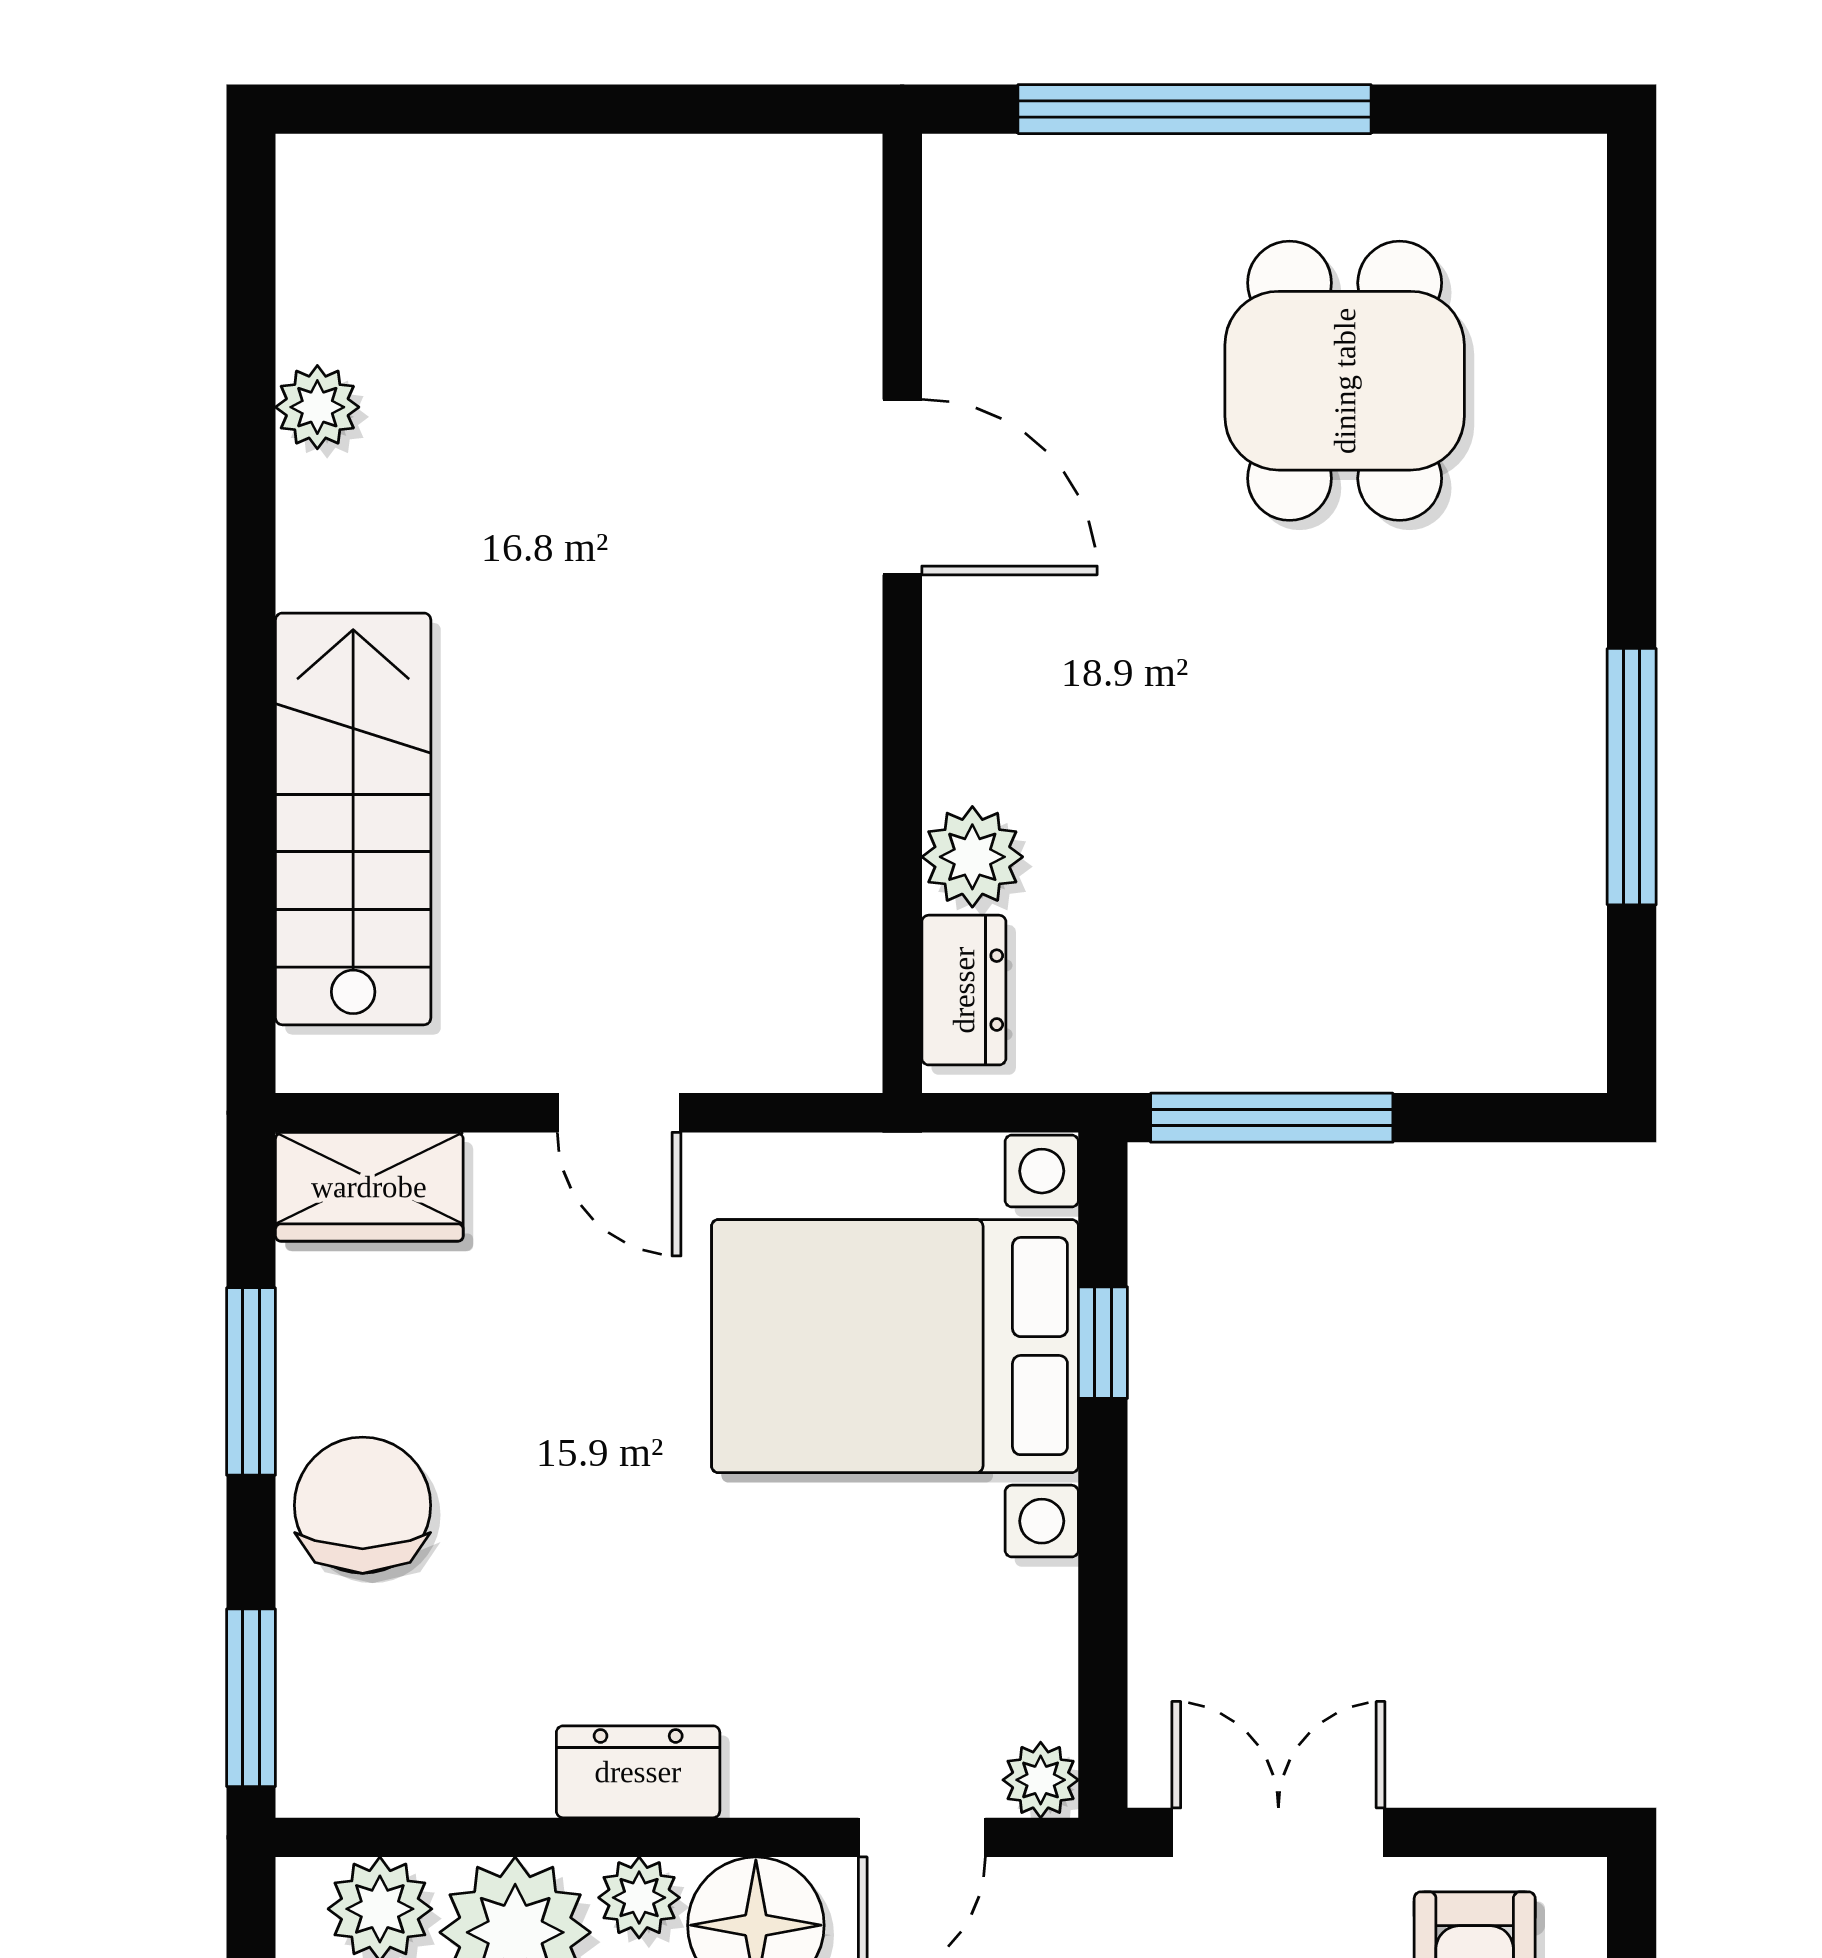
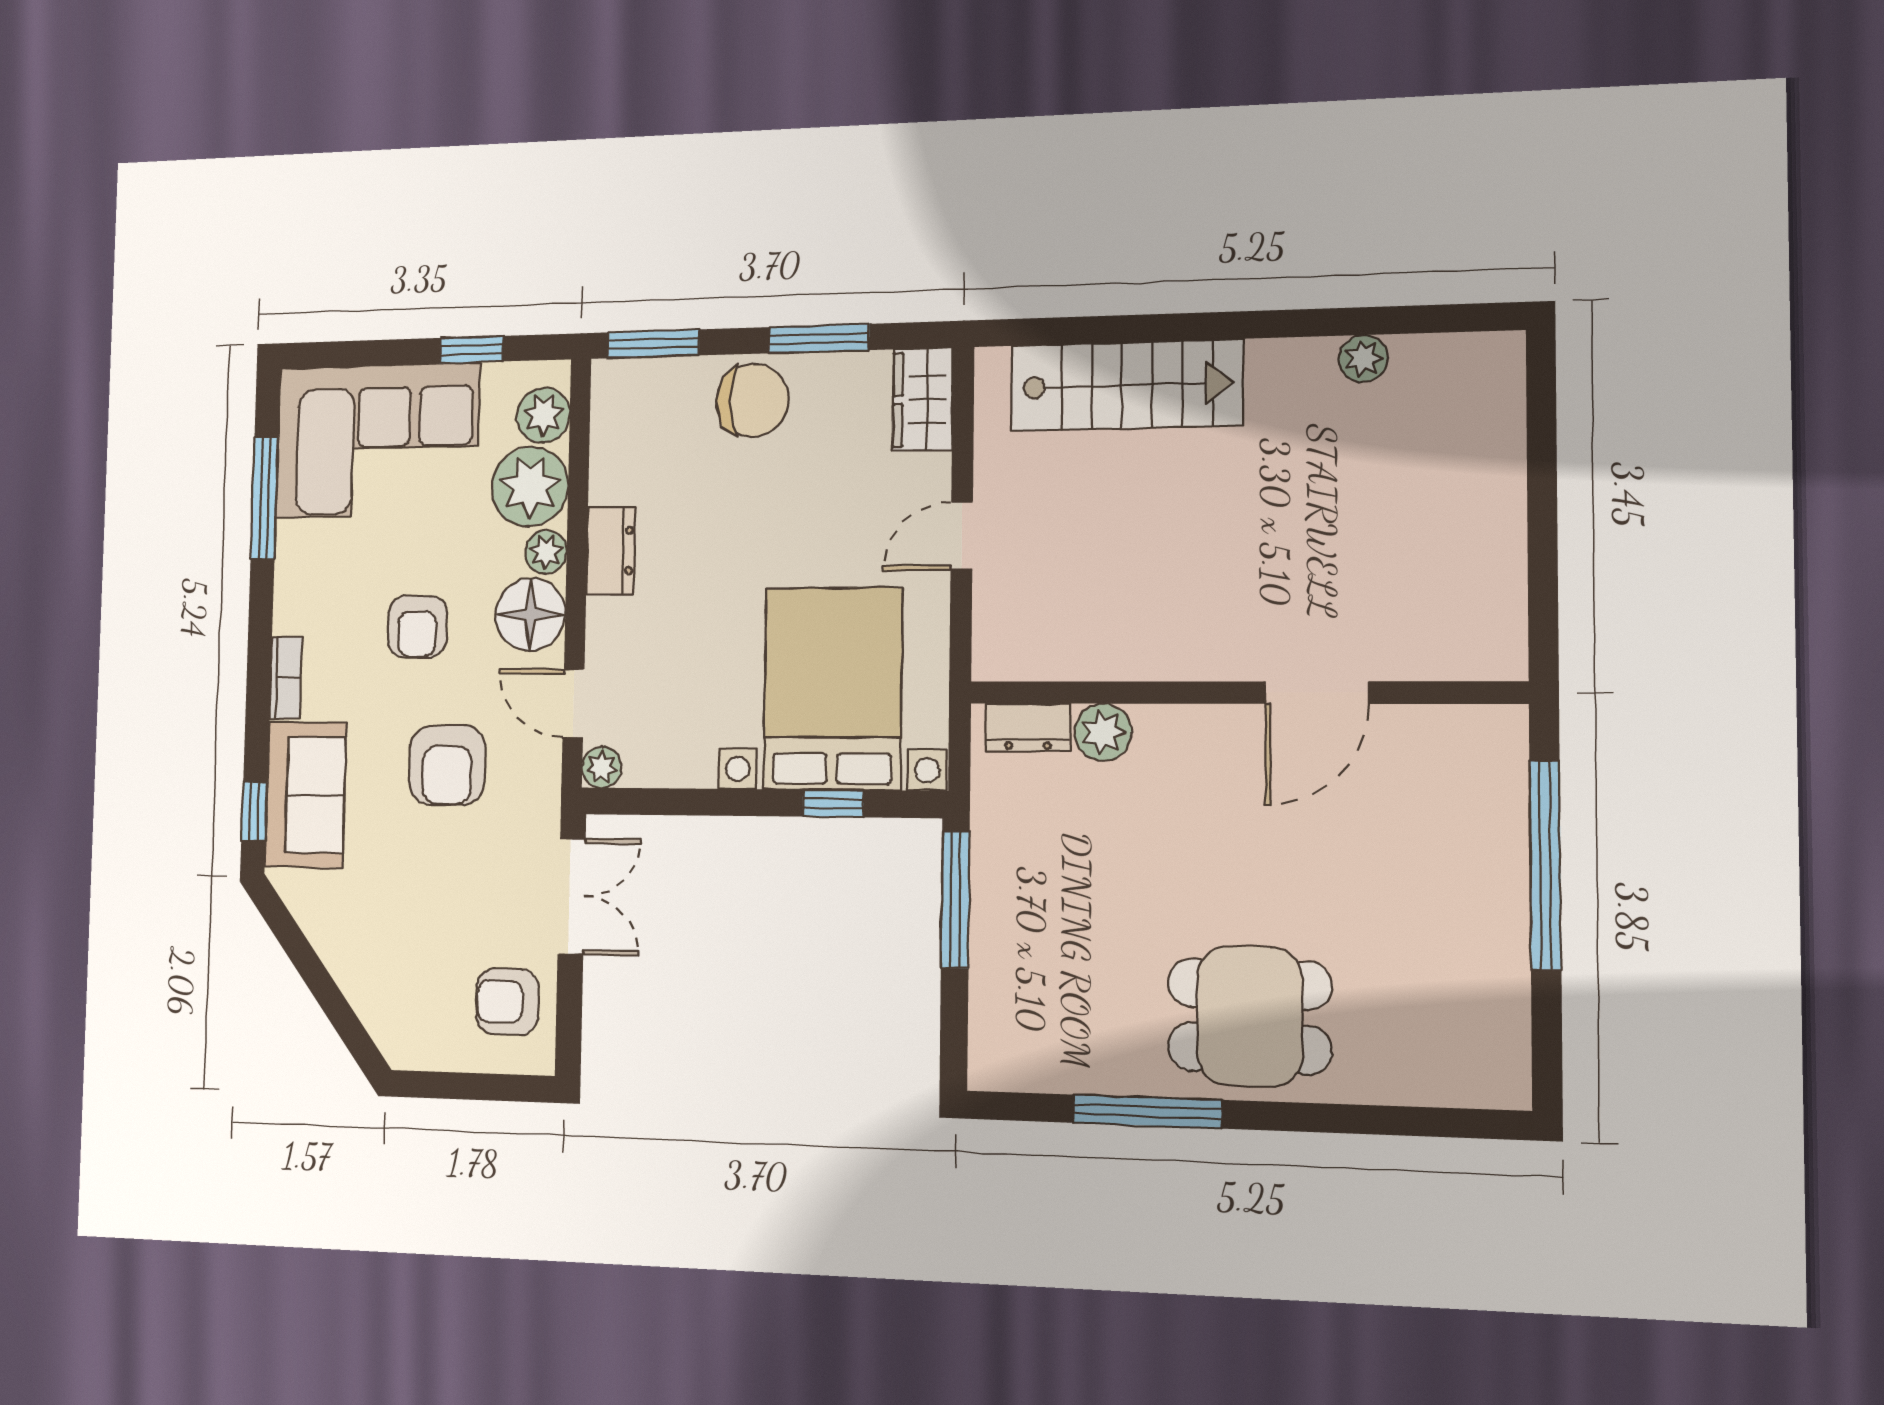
dining table: (1345, 381) -> (1250, 1016), moved

